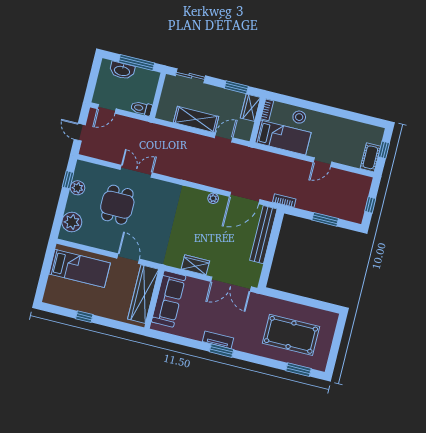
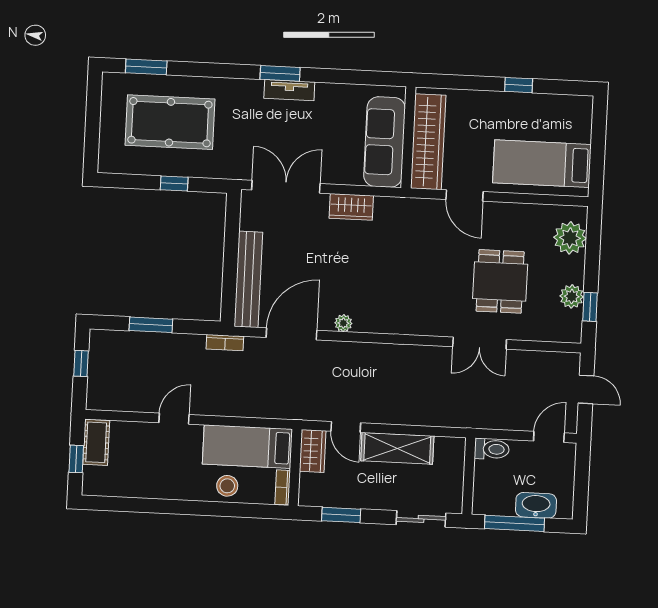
wardrobe: (251, 108) -> (313, 451), moved
door: (224, 138) -> (346, 427), hinge flipped
window: (296, 299) -> (174, 184), added

